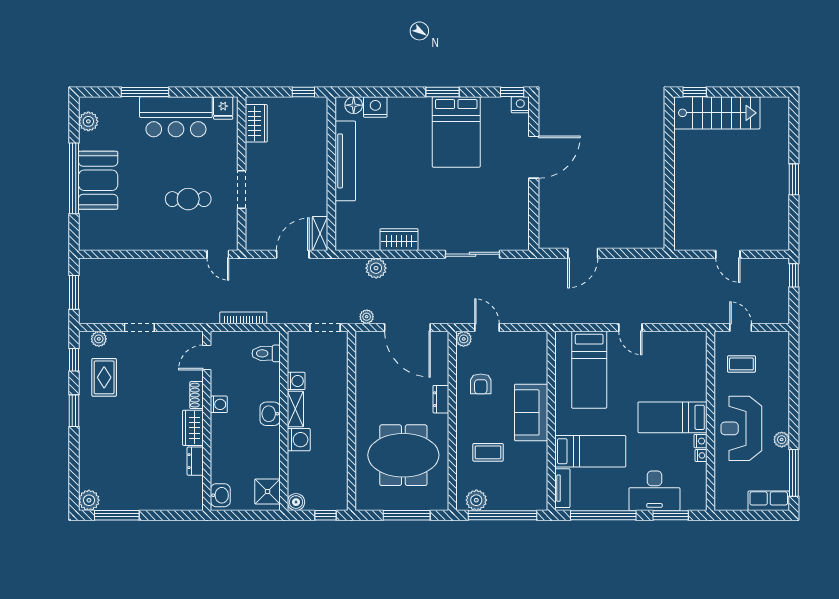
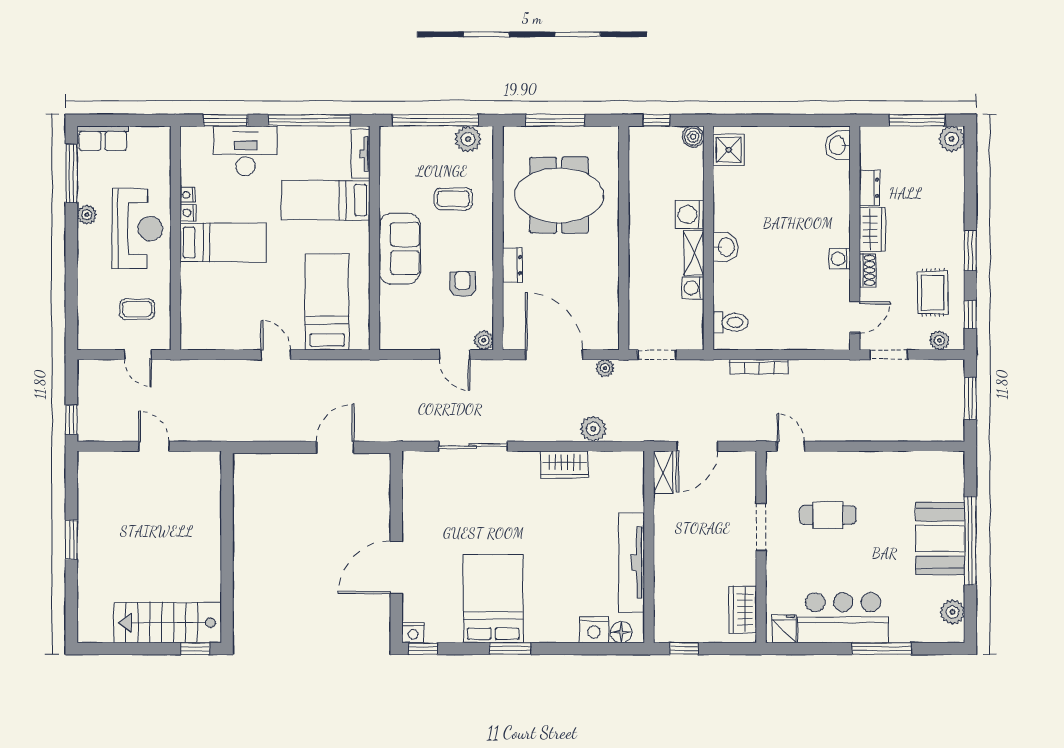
door: (207, 357) -> (855, 317), moved
shoe rack: (197, 395) -> (868, 270), moved
washing machine: (219, 404) -> (840, 259), moved
wall: (207, 421) -> (855, 238), moved
wardrobe: (193, 428) -> (872, 229), moved
dresser: (195, 461) -> (869, 188), moved
washbasin: (220, 495) -> (838, 145), moved

